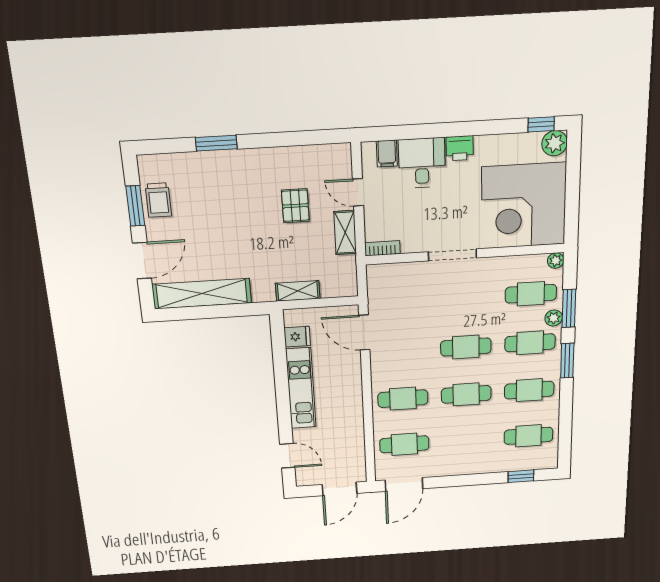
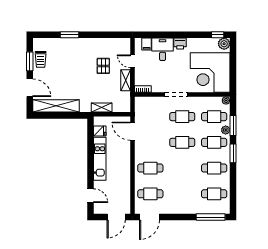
door: (142, 261) -> (30, 88), hinge flipped
cafe table: (466, 394) -> (182, 117), moved
window: (521, 476) -> (211, 217), width x2.17

